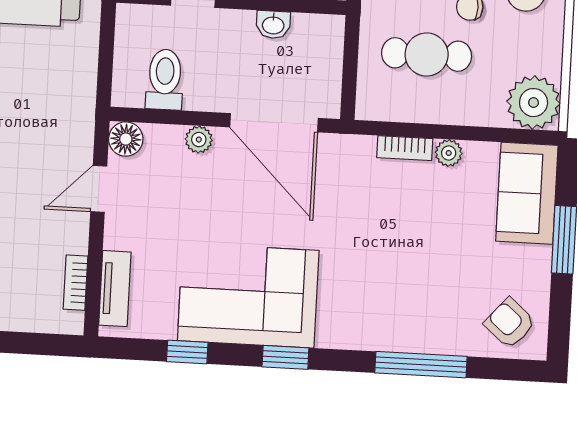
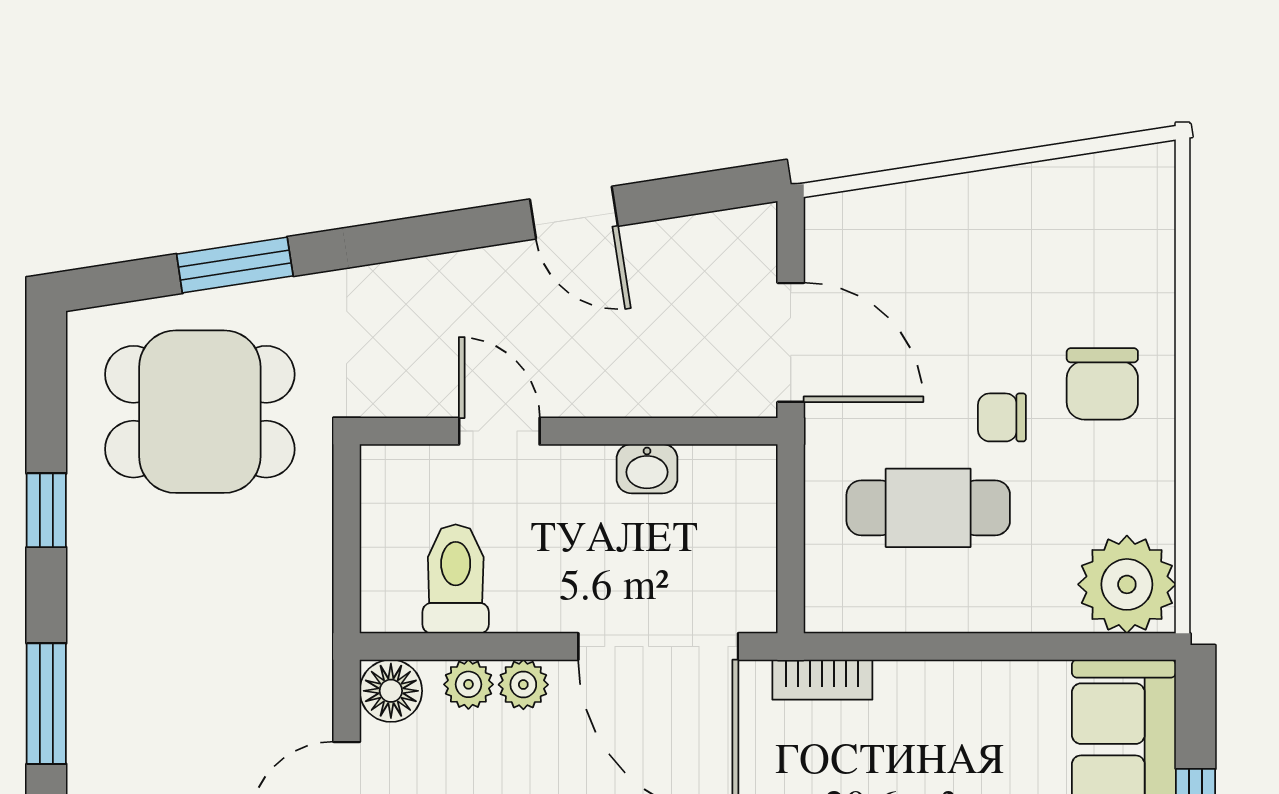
bookcase: (405, 148) -> (822, 680), moved
plant: (449, 153) -> (468, 684), moved

